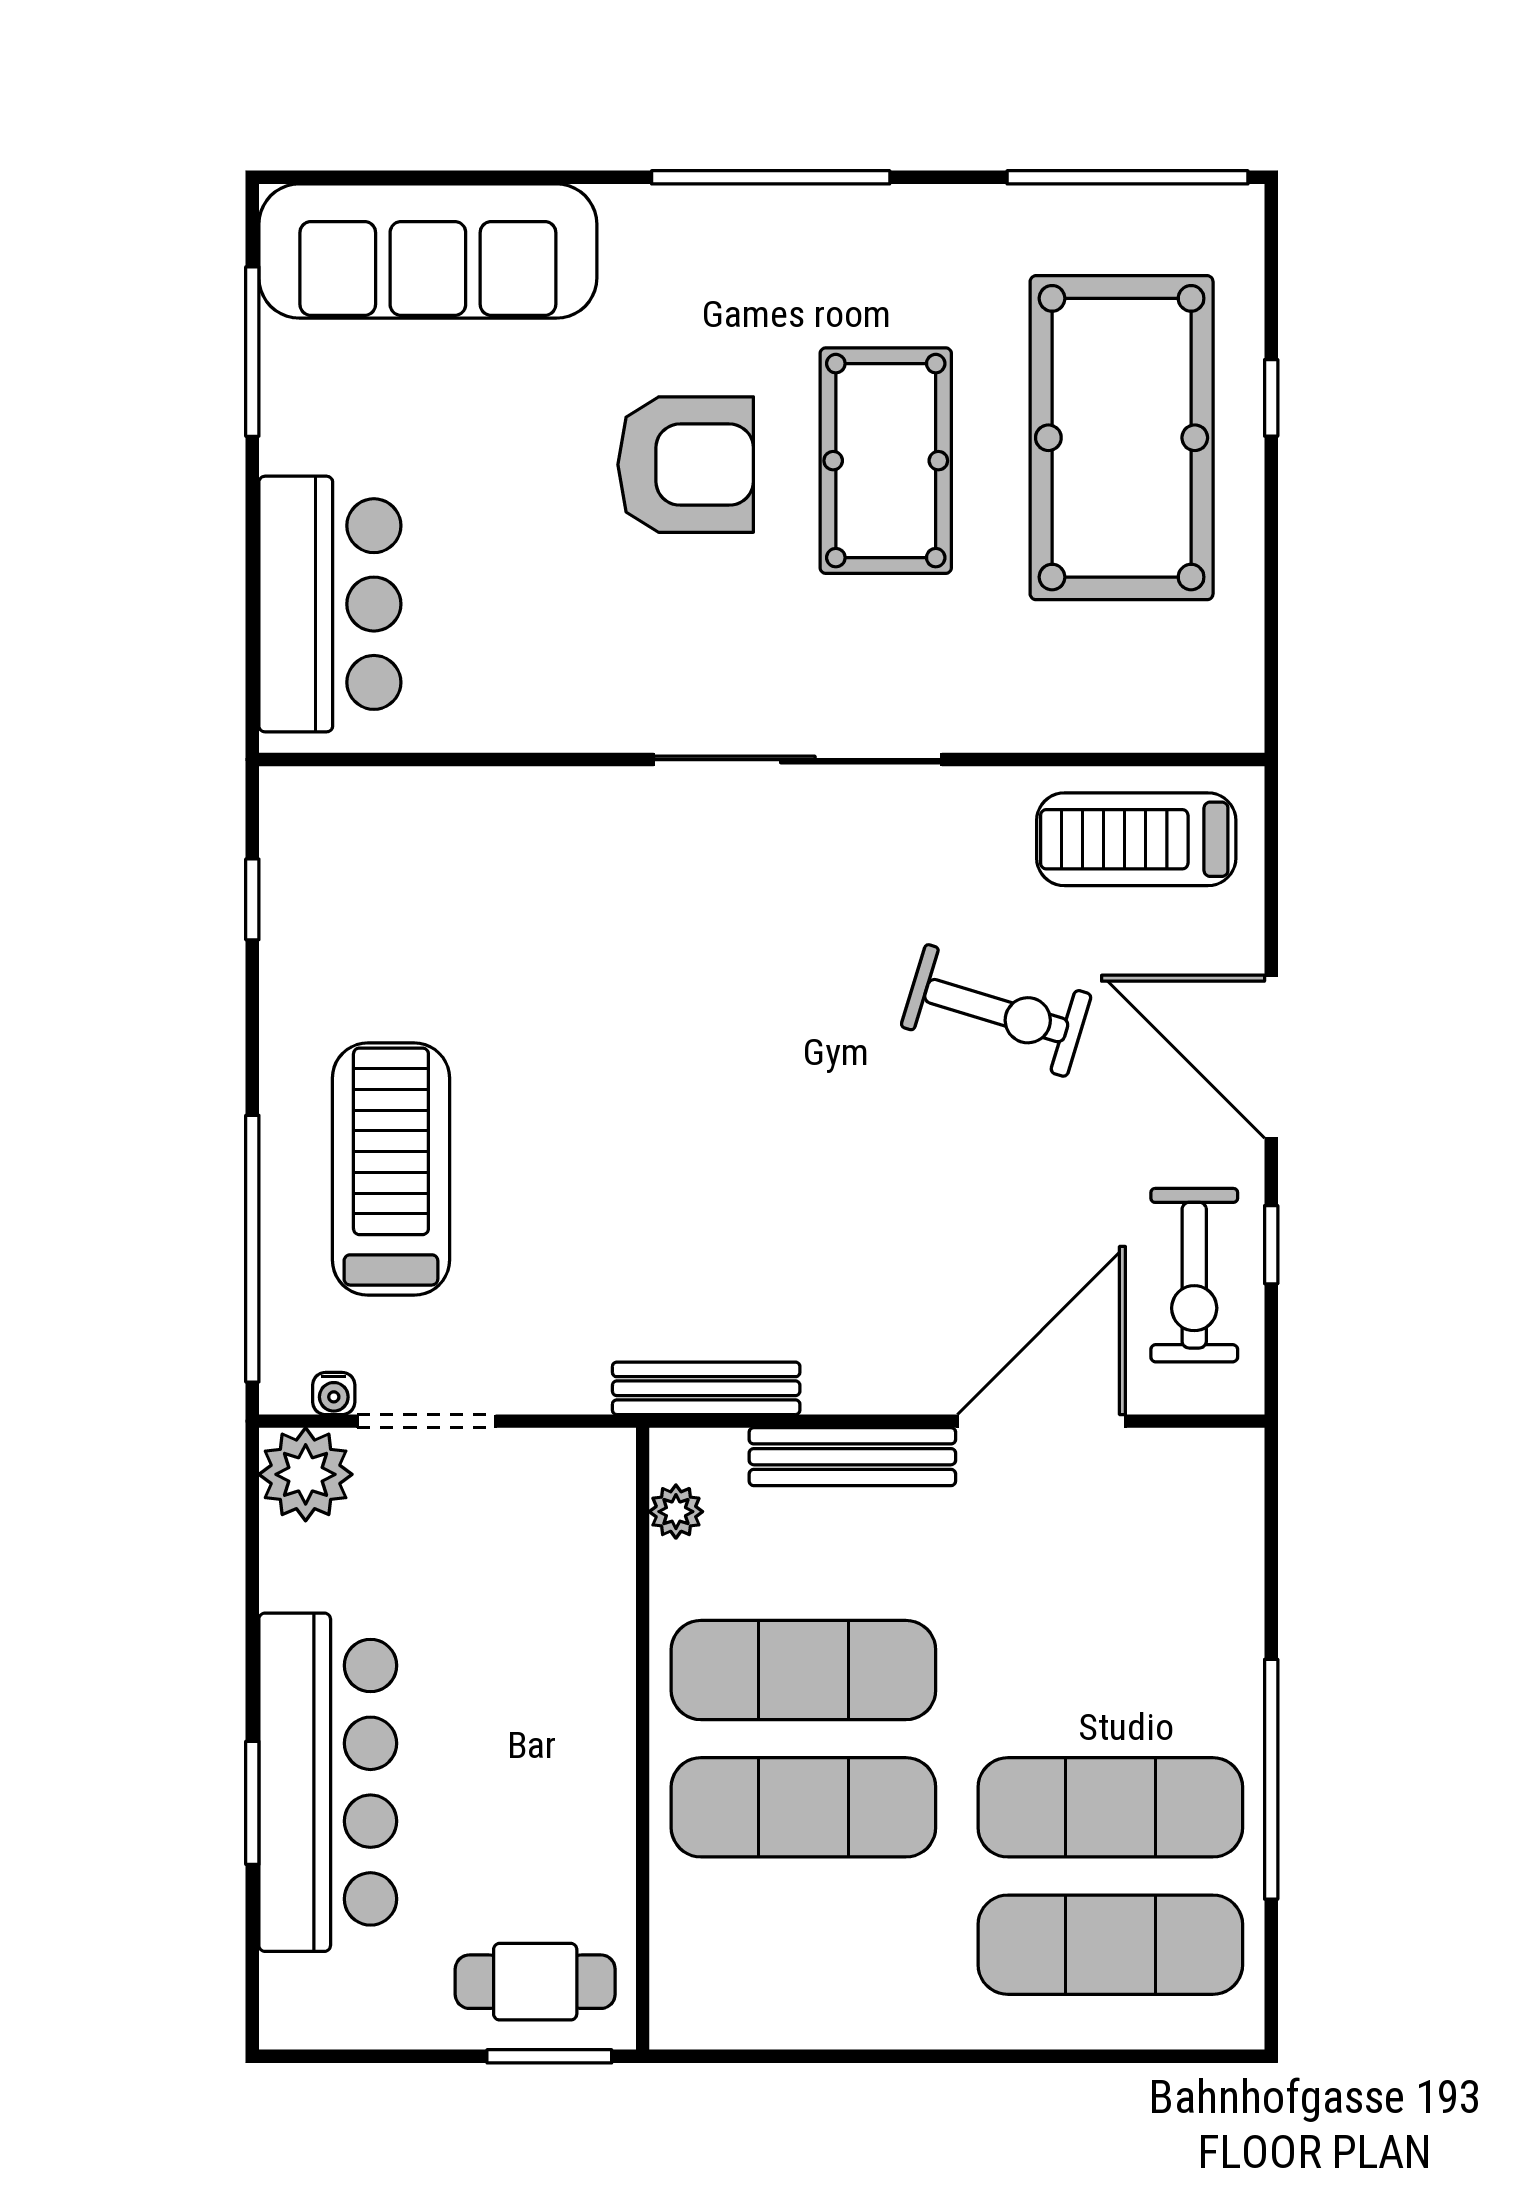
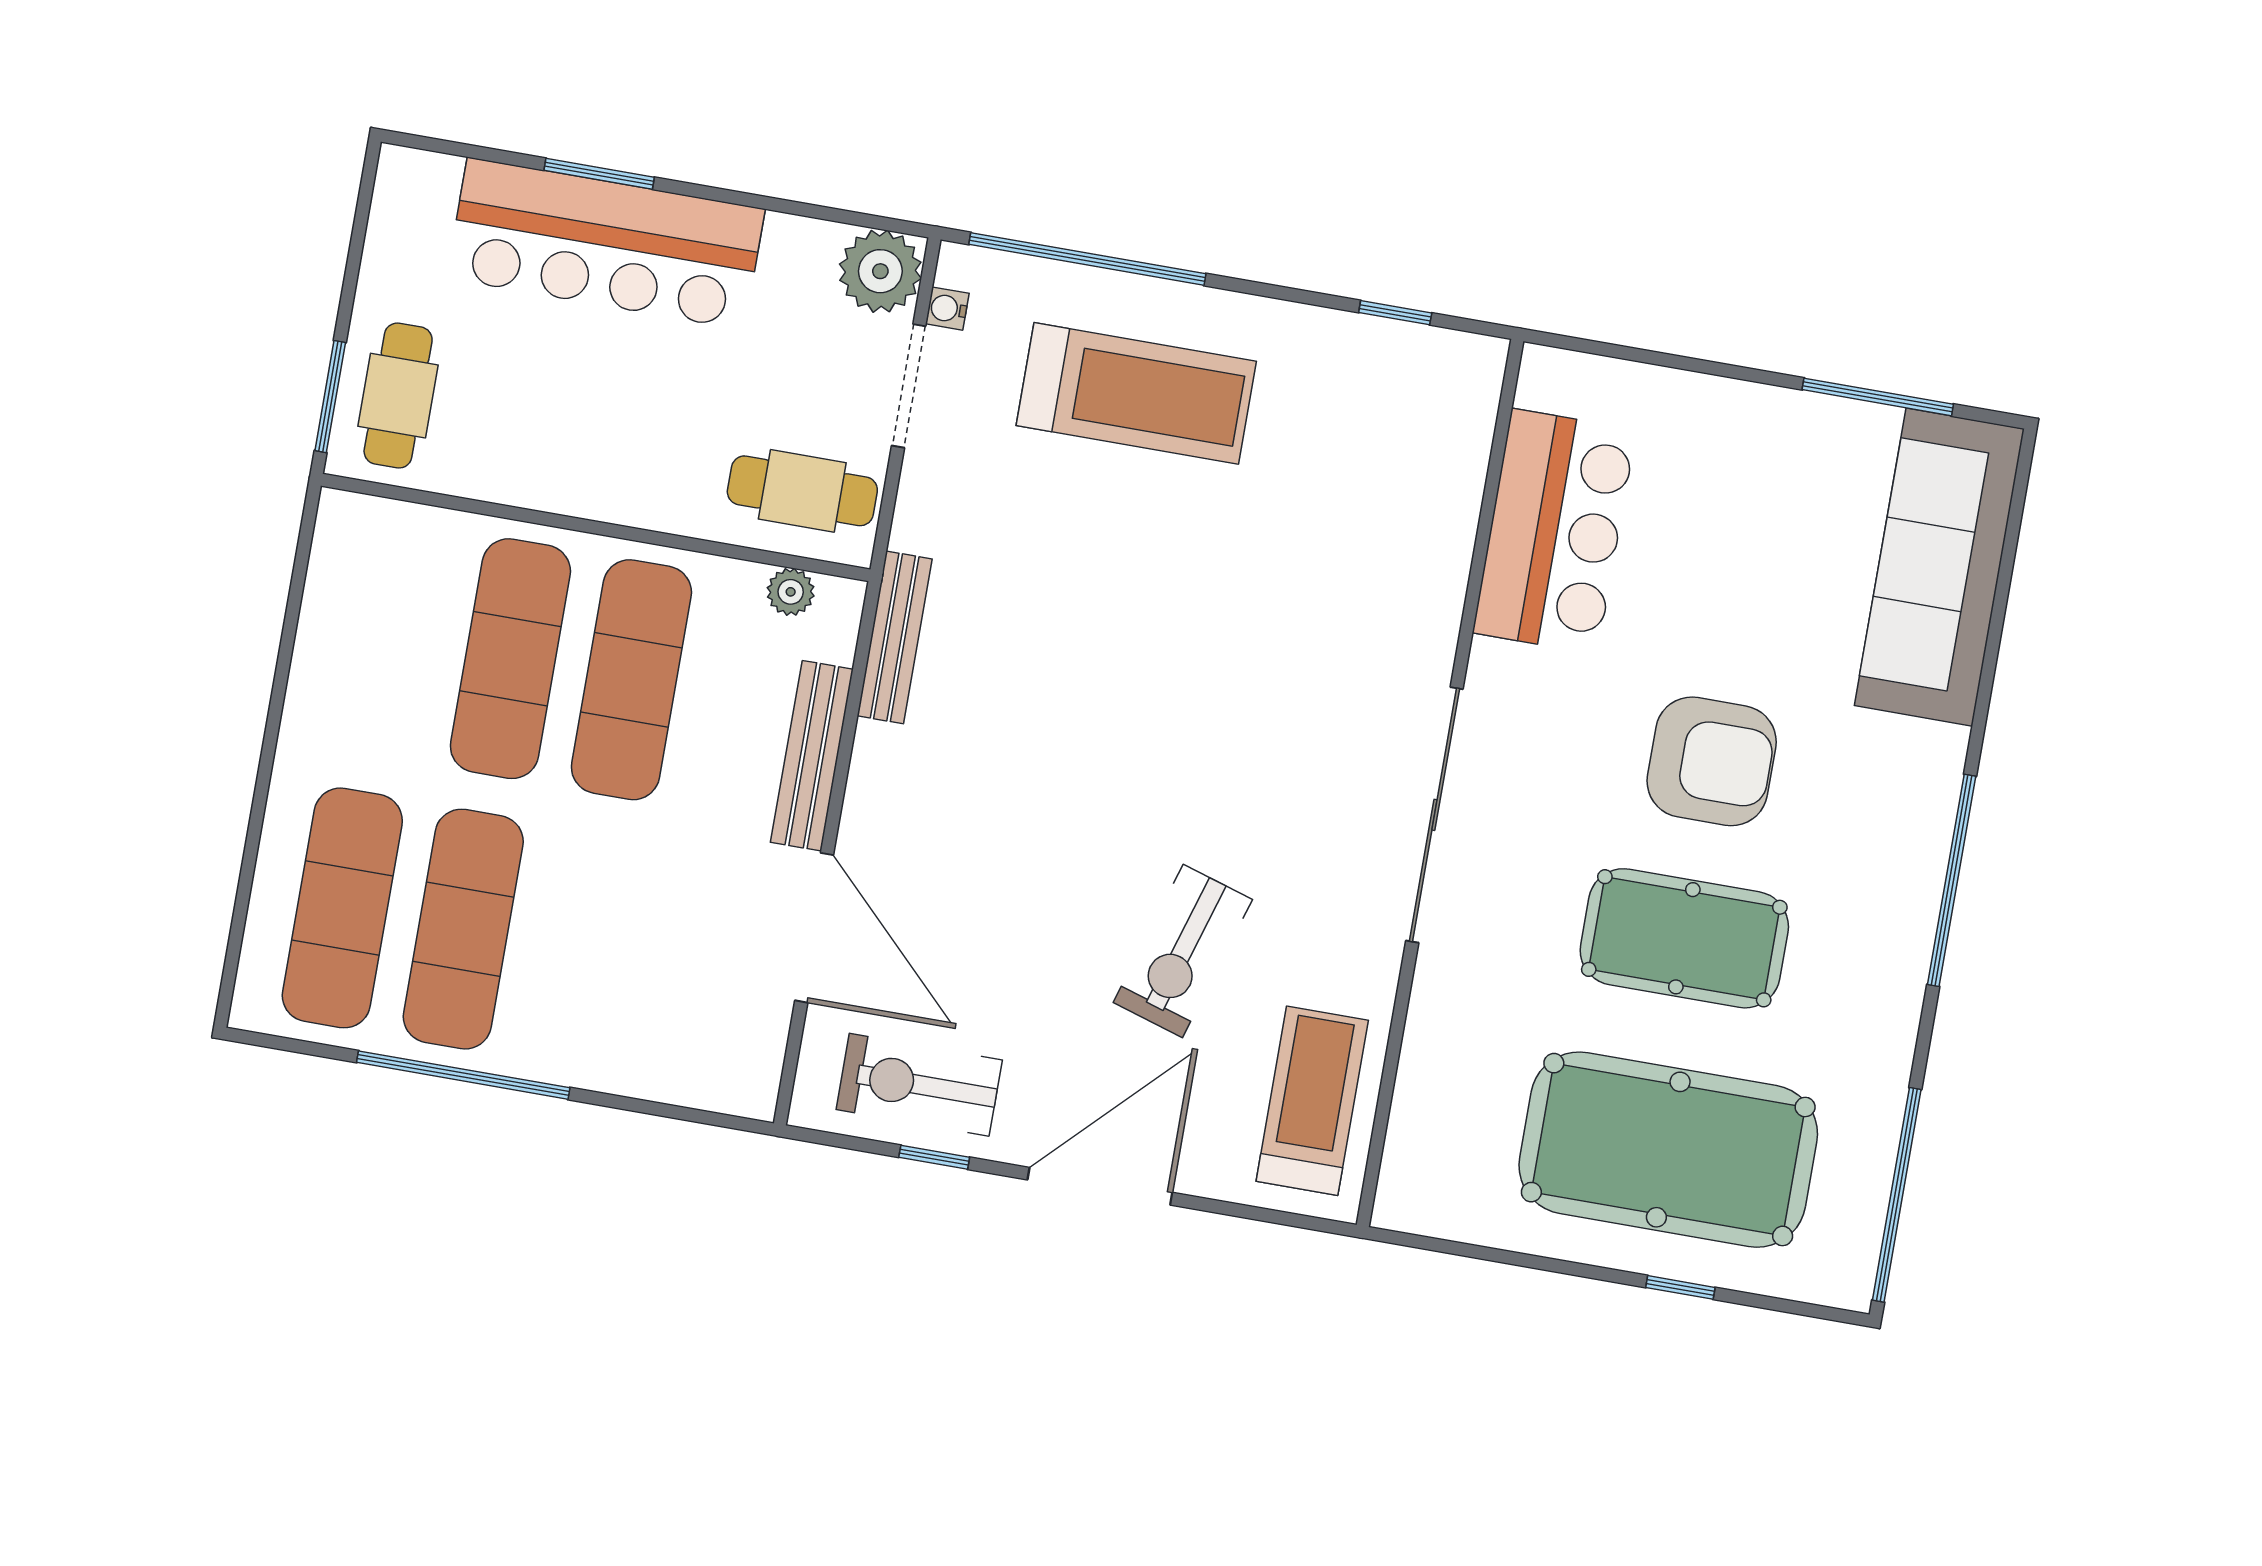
armchair: (686, 465) -> (1712, 761), turned -90
bar counter: (330, 604) -> (1554, 531), moved, turned -90
cafe table: (562, 1518) -> (802, 491), added

